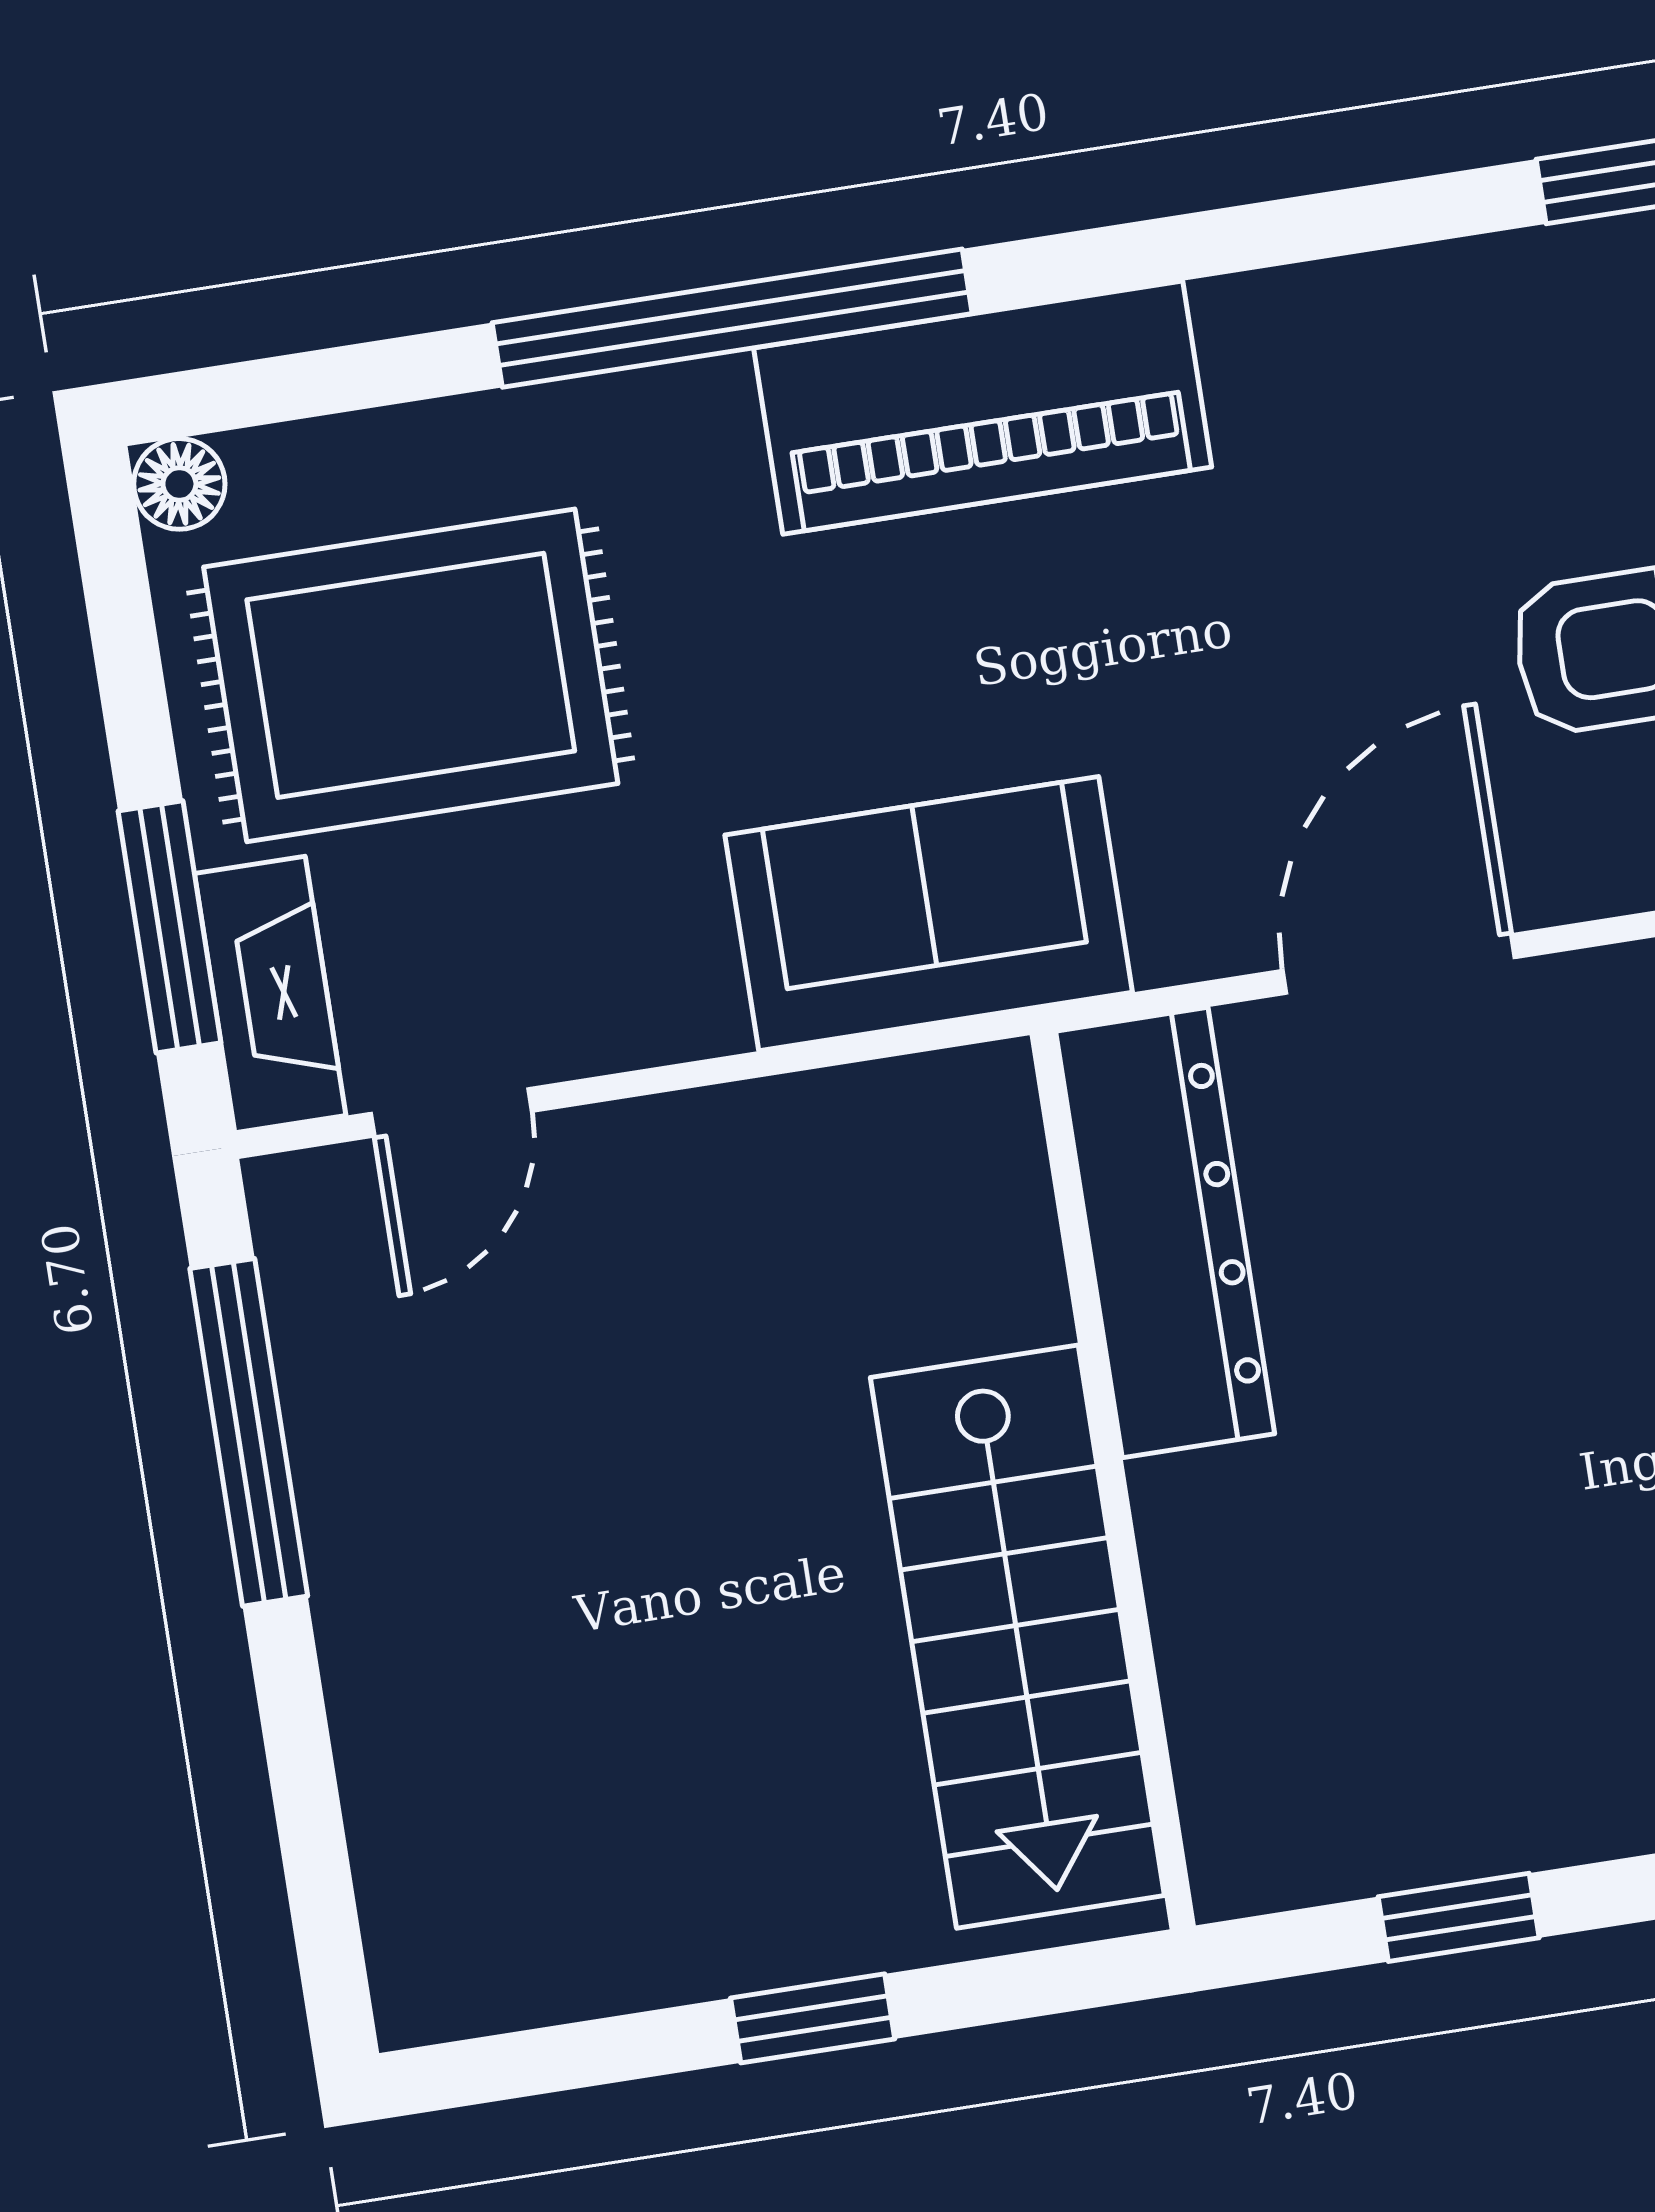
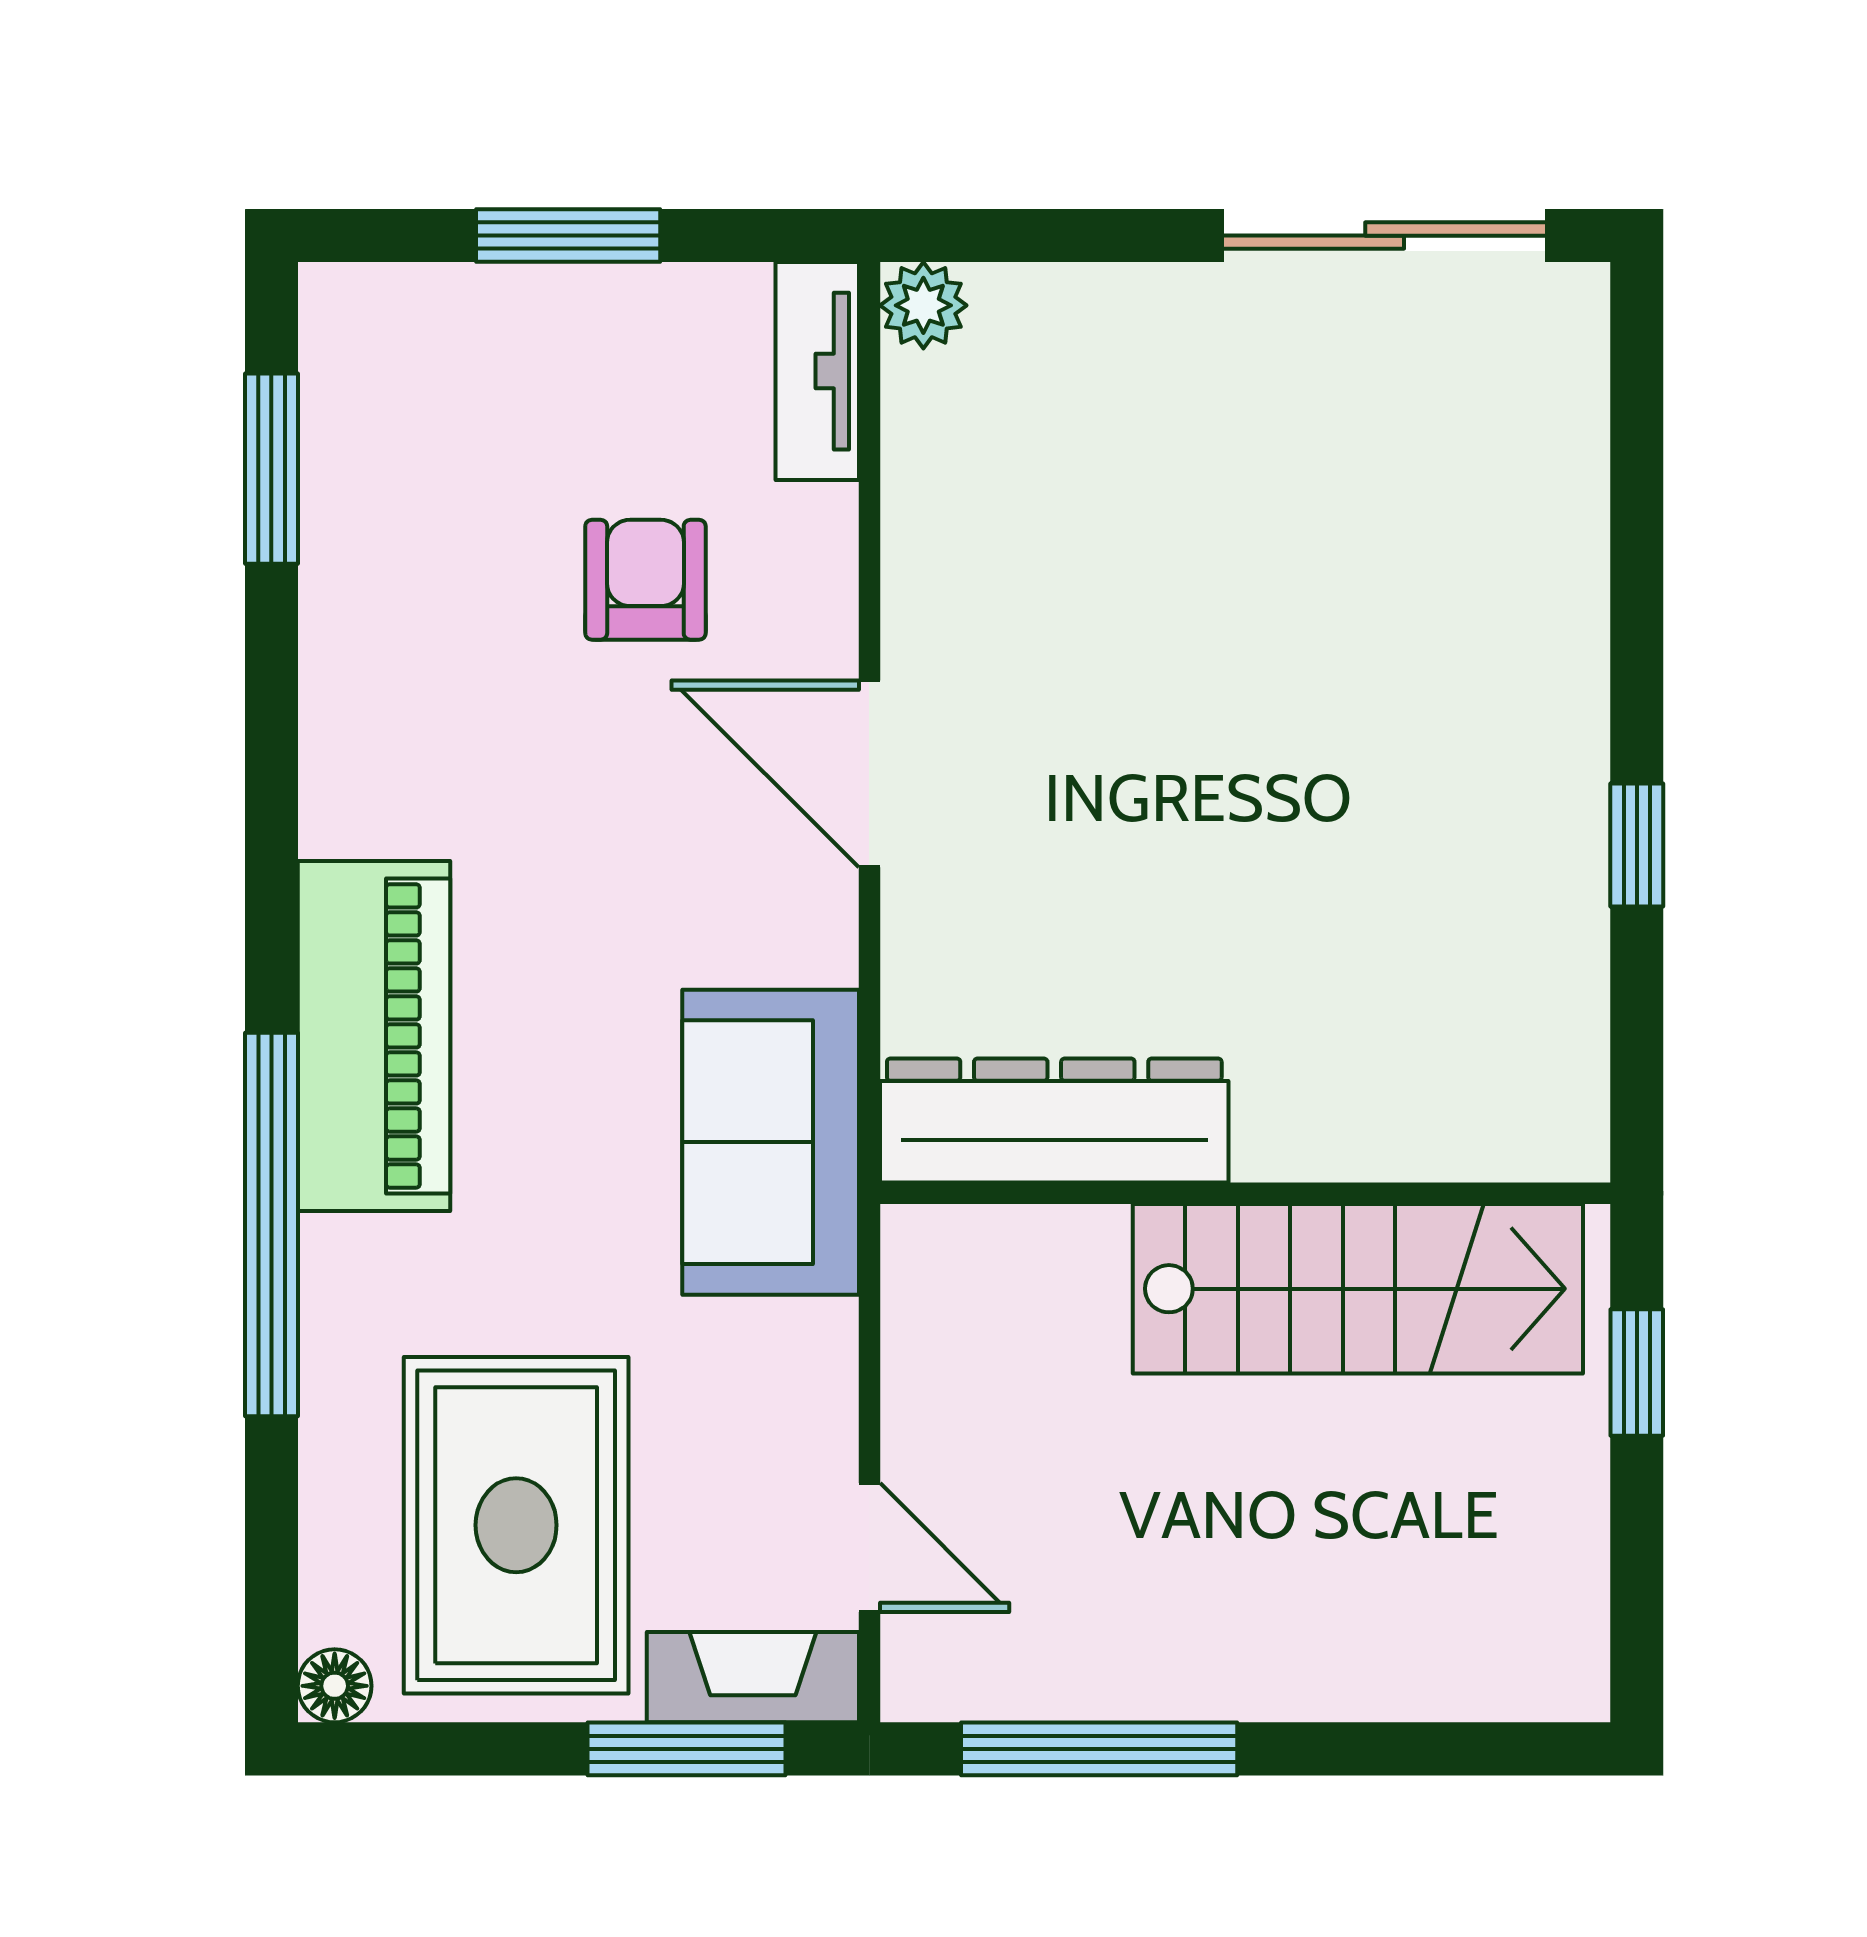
dresser: (1165, 1232) -> (1054, 1121), moved
wall: (1113, 1480) -> (1245, 1193), moved
stairs: (1017, 1637) -> (1358, 1289), moved

